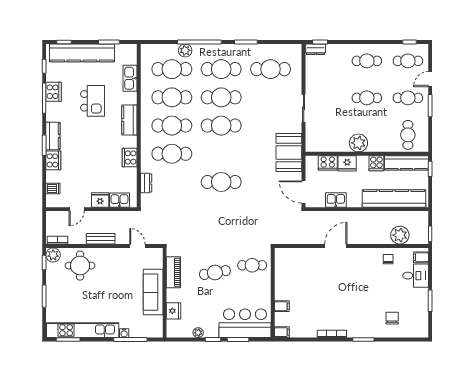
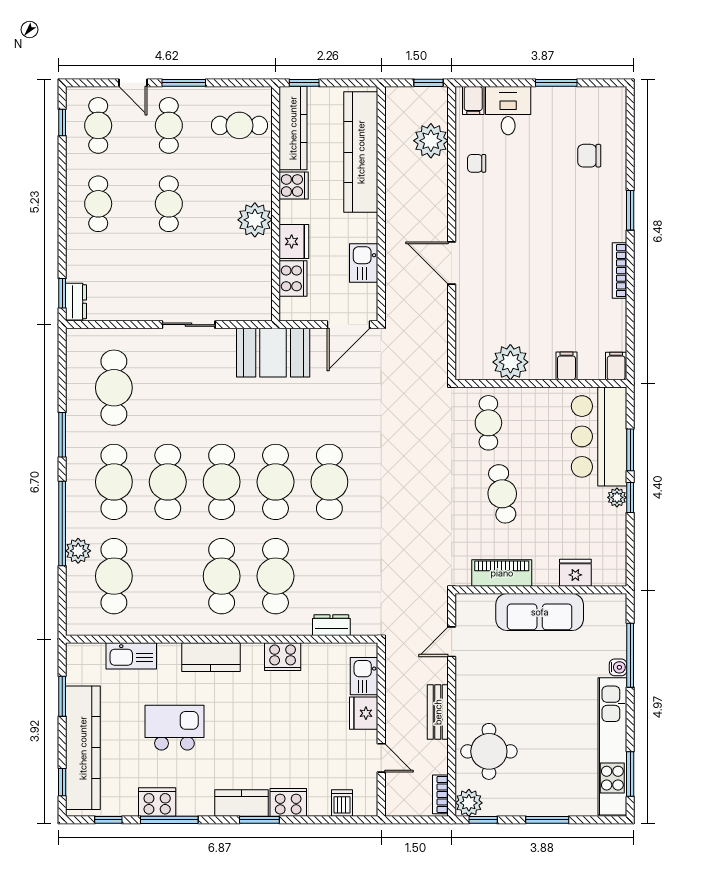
cafe table: (172, 97) -> (276, 482), moved
plant: (284, 277) -> (510, 362), added
plant: (198, 333) -> (617, 497), moved

